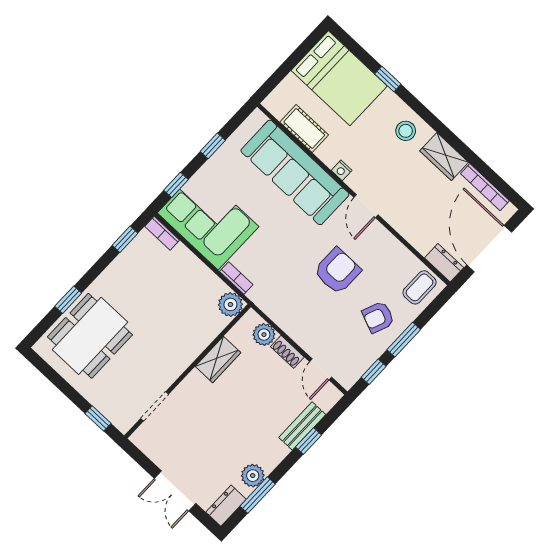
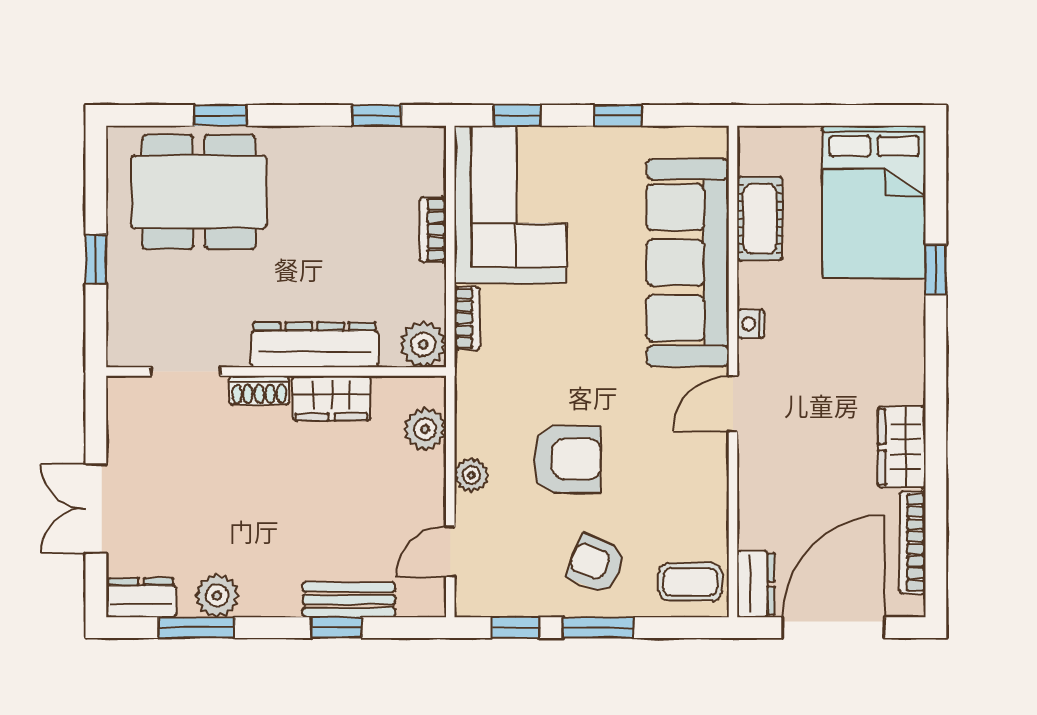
stool: (406, 131) -> (887, 361), removed
bookcase: (162, 233) -> (433, 230), moved
armchair: (337, 271) -> (567, 459), moved
plant: (299, 333) -> (471, 475), added
dresser: (191, 347) -> (315, 345), added
shoe rack: (287, 352) -> (259, 390), moved, turned -90
window: (98, 418) -> (96, 259), moved

